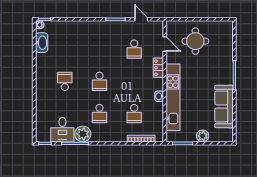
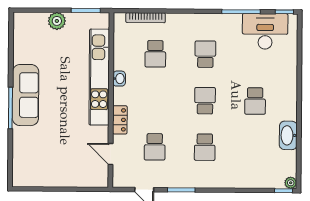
round table: (195, 41) -> (66, 158), removed
washbasin: (42, 43) -> (288, 135), moved
school desk: (99, 49) -> (205, 147), added
school desk: (134, 49) -> (155, 147), turned 180
sofa: (224, 106) -> (26, 95), moved
school desk: (134, 114) -> (155, 54), turned 180
desk: (62, 130) -> (265, 31), width x1.37
plant: (83, 134) -> (230, 25), removed

